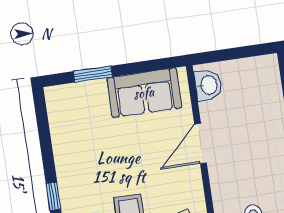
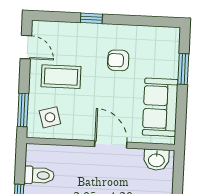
armchair: (98, 154) -> (118, 60), added

